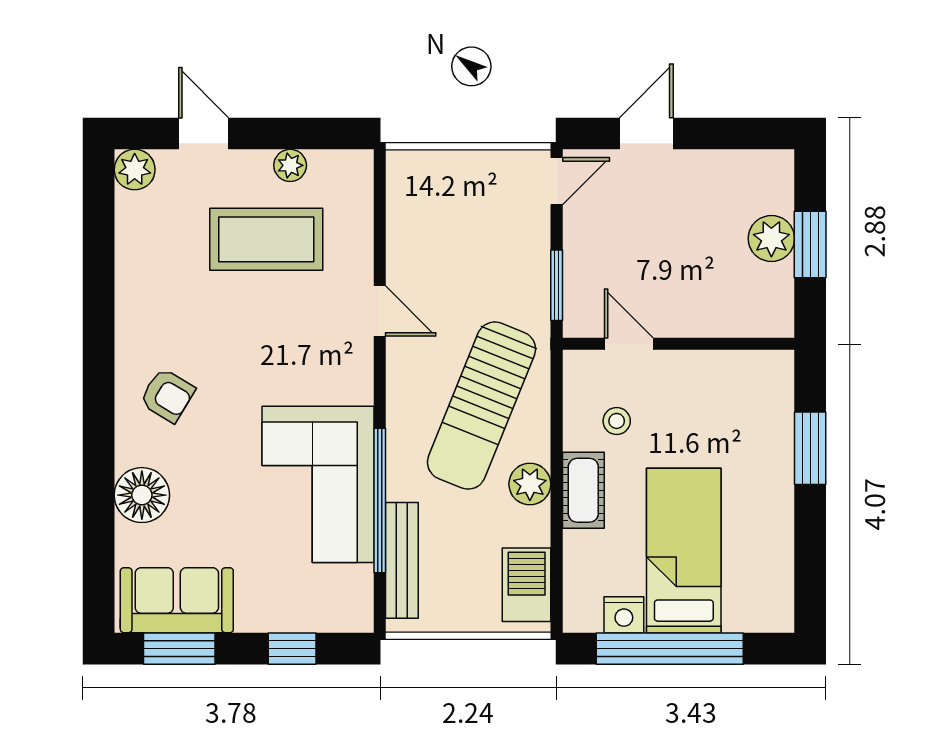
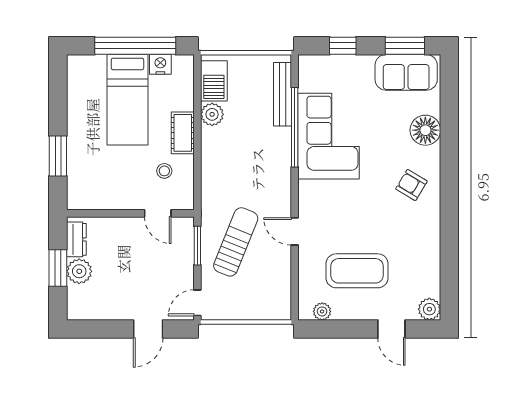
plant: (290, 165) -> (322, 311), moved
dresser: (777, 296) -> (76, 239), added
sun lounger: (481, 406) -> (236, 242), moved, width x0.73, depth x0.75
plant: (530, 484) -> (212, 114), moved

